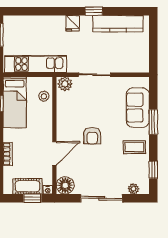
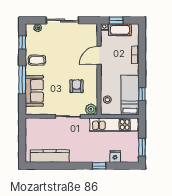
window: (94, 11) -> (99, 166), moved
fridge: (73, 23) -> (115, 156), moved
window: (153, 122) -> (22, 80), width x1.44
armchair: (92, 136) -> (77, 86), moved
floor lamp: (65, 185) -> (91, 30), removed

